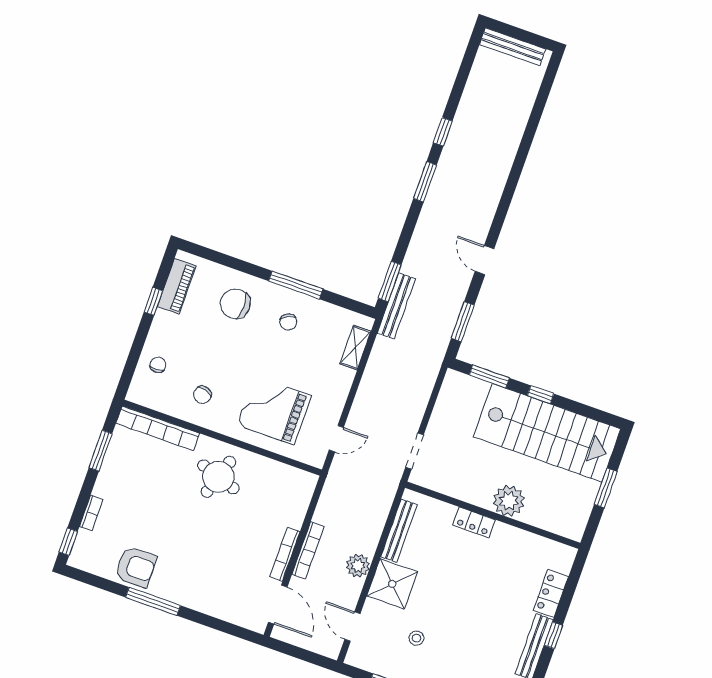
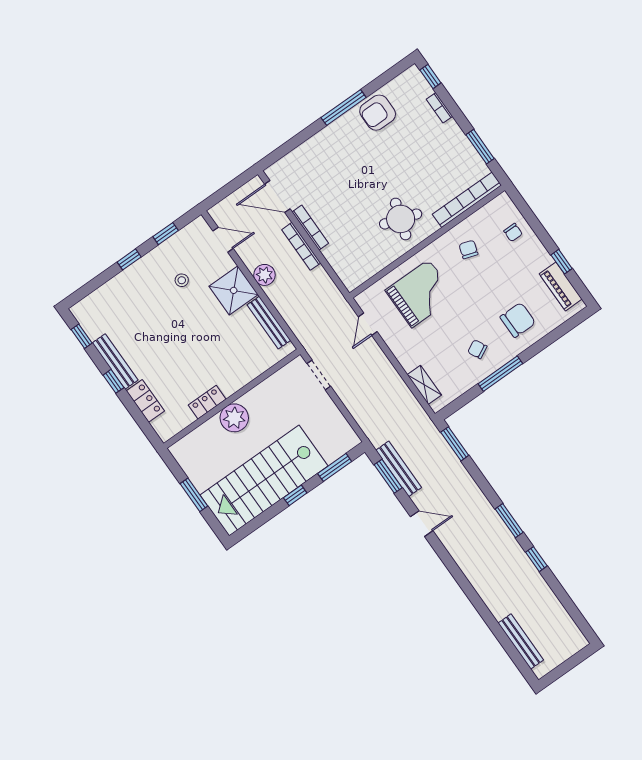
bench: (513, 47) -> (521, 641), moved, turned 90
bench: (396, 306) -> (399, 469), moved
locker: (474, 522) -> (207, 402), moved

